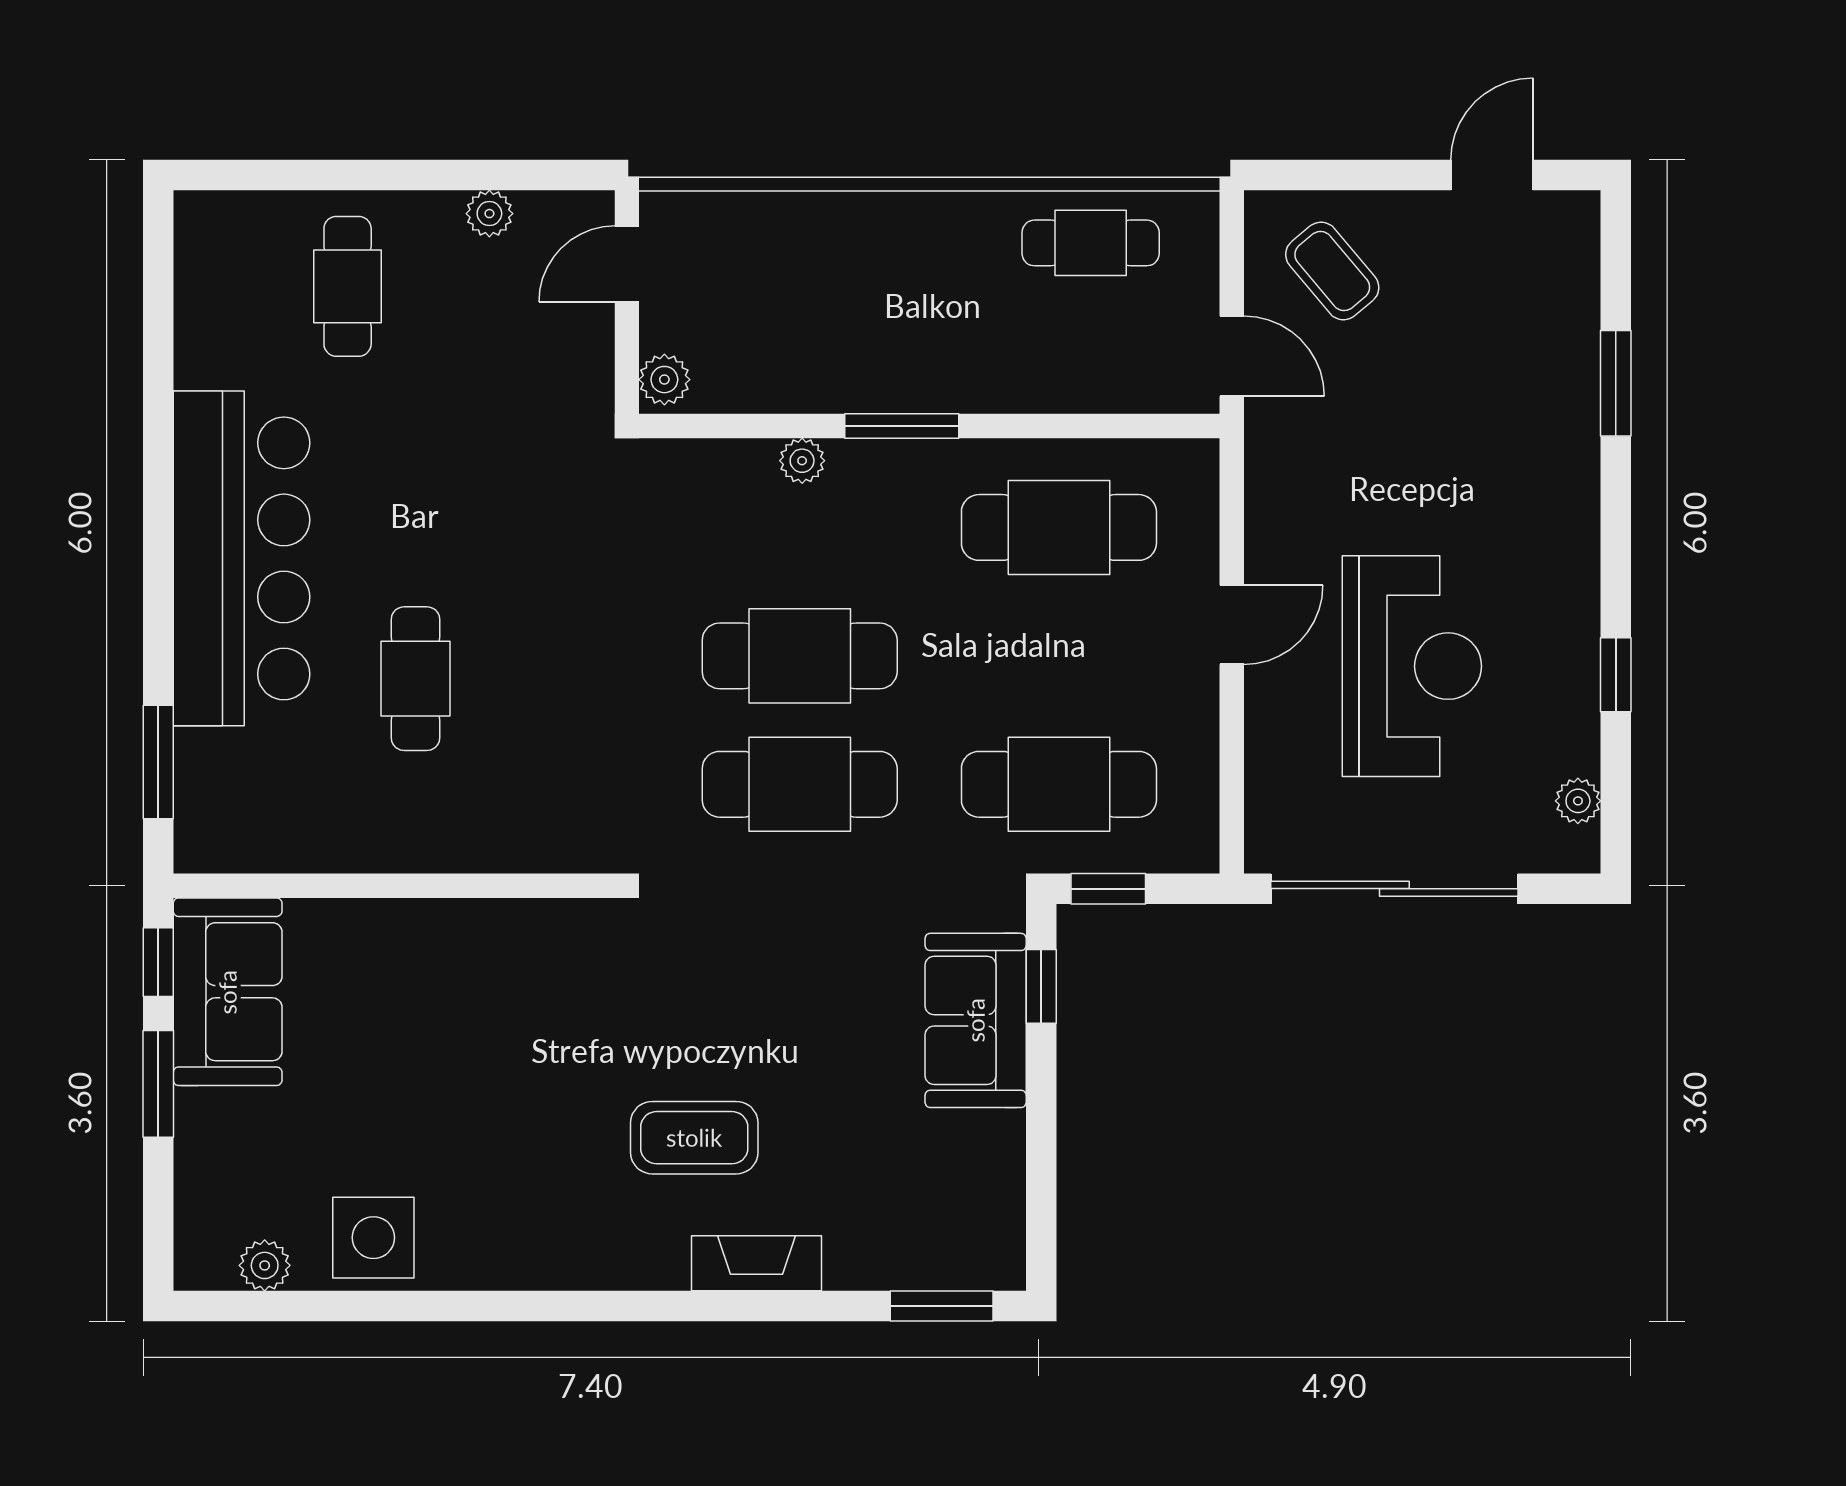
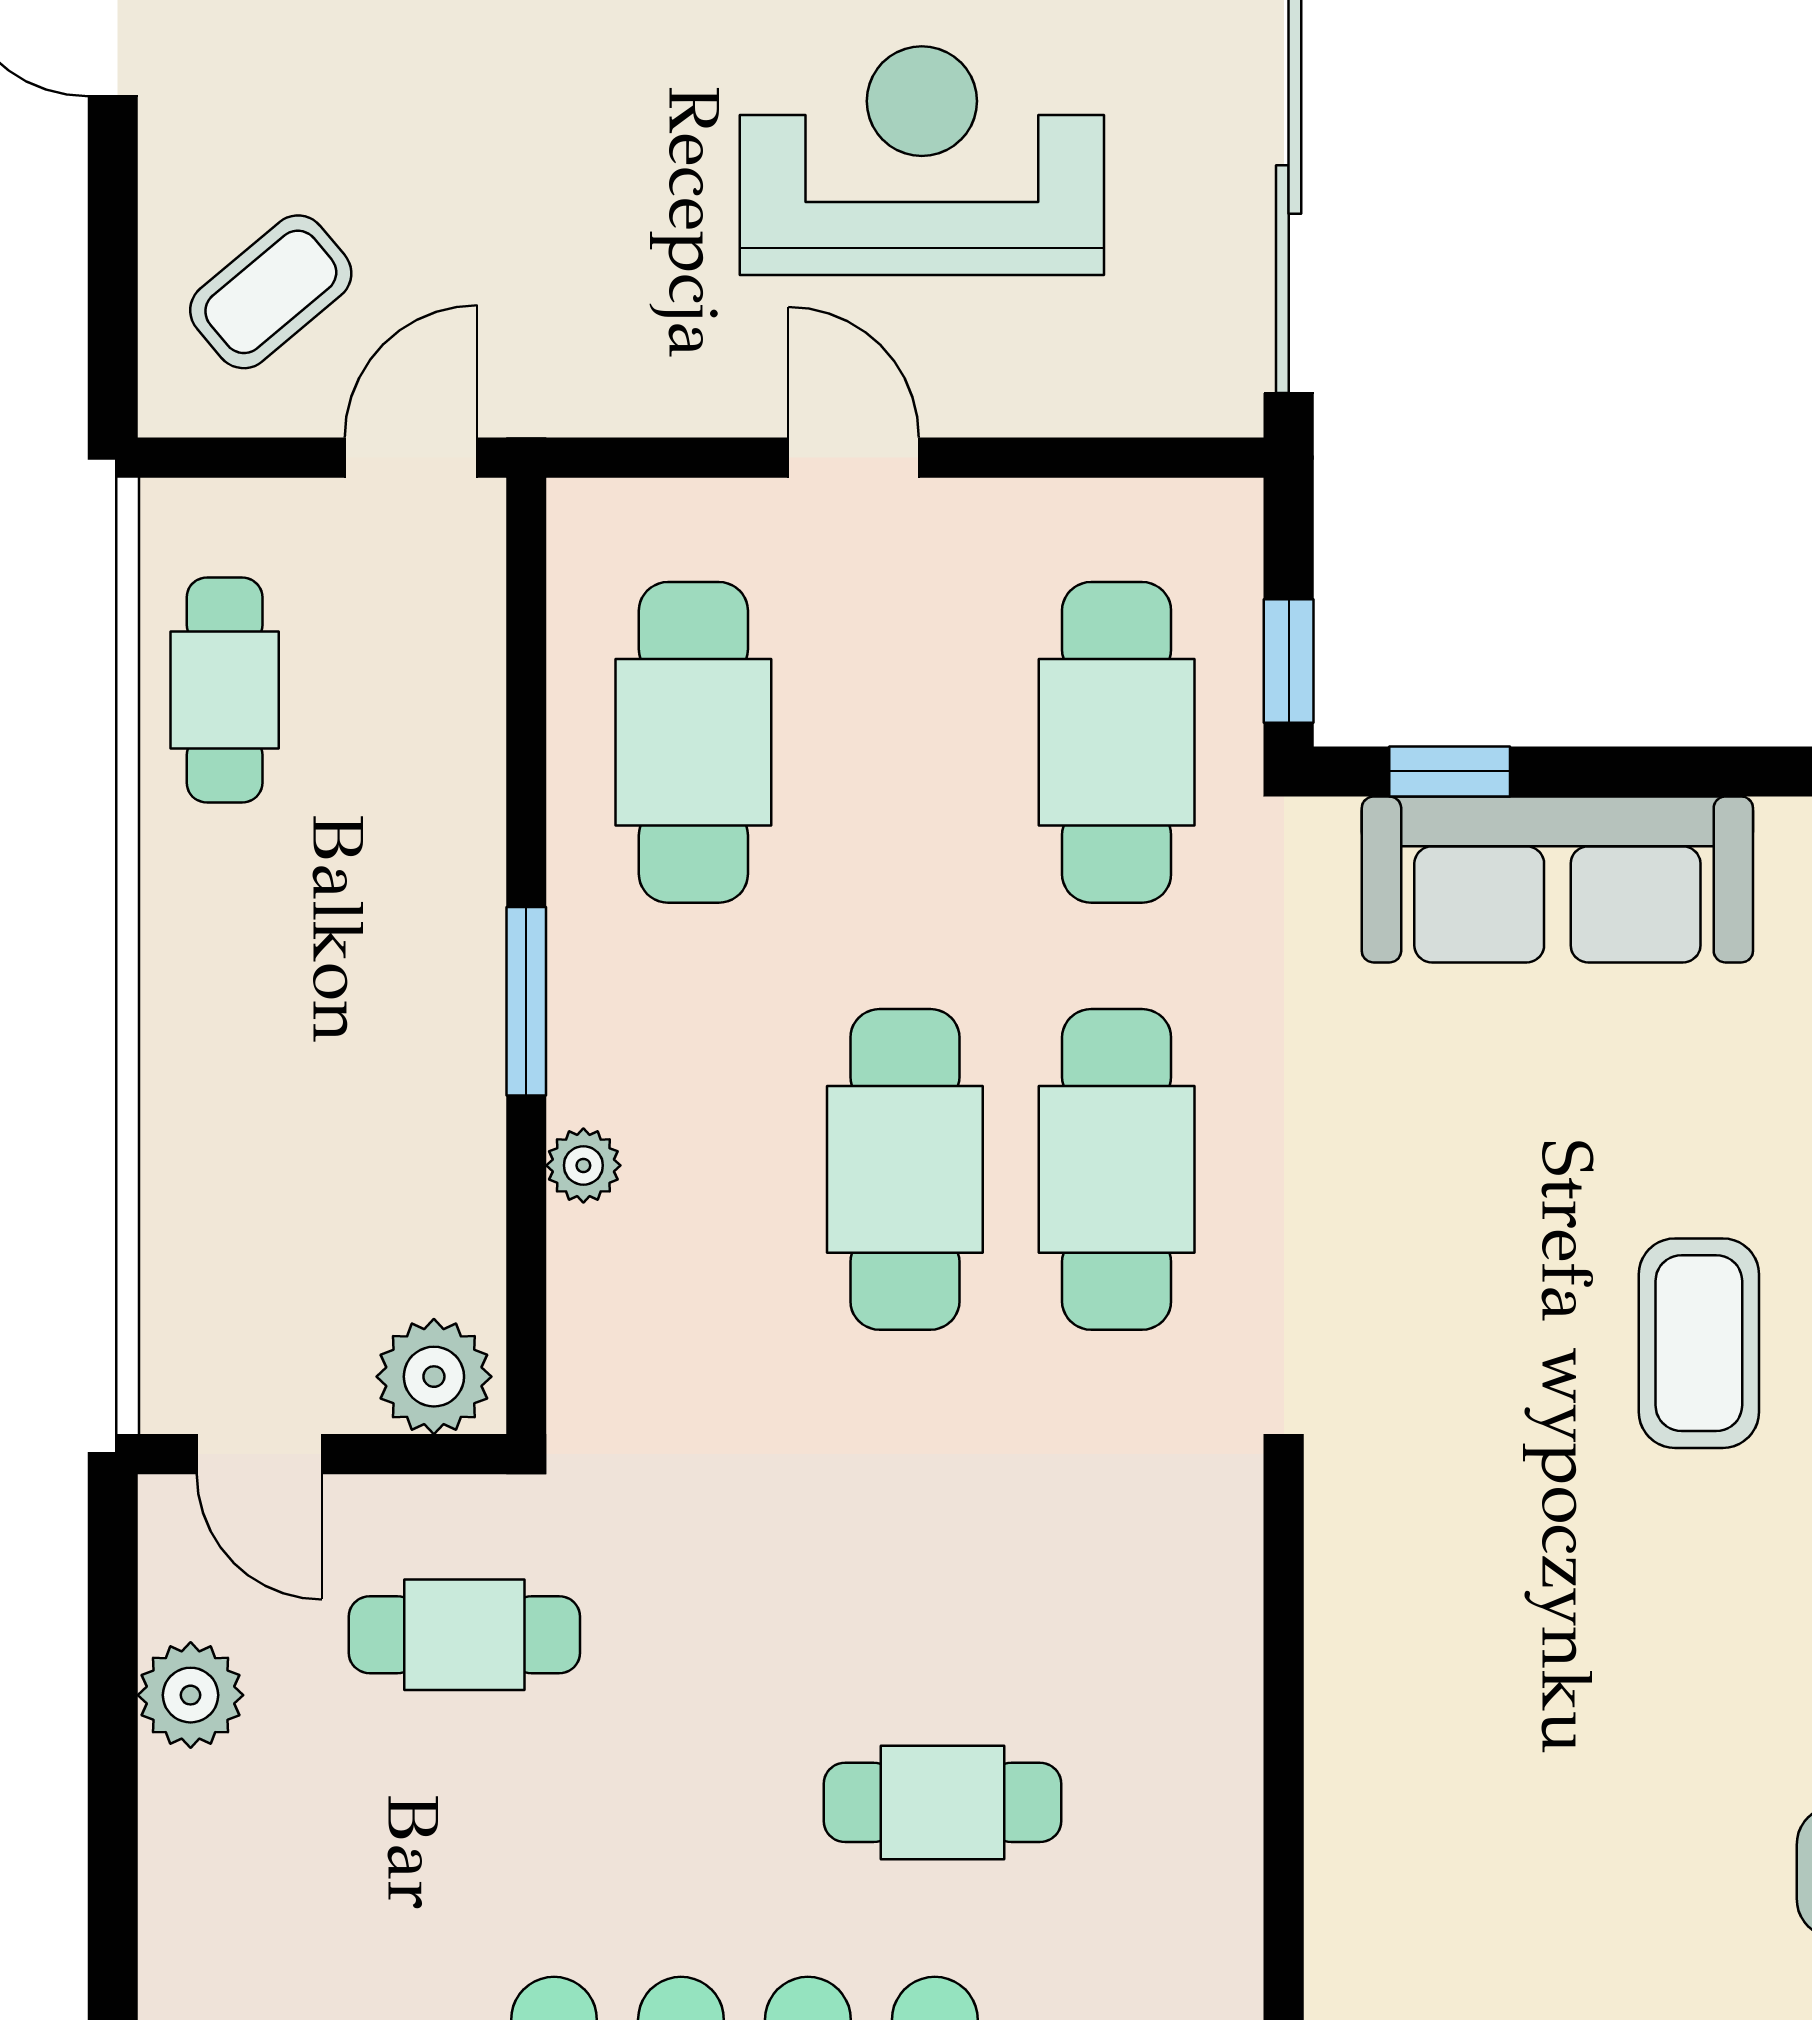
plant: (489, 214) -> (191, 1695), width x1.38, depth x1.38
cafe table: (348, 286) -> (464, 1635), moved
plant: (664, 380) -> (434, 1377), width x1.38, depth x1.38
sofa: (976, 1020) -> (1557, 879), width x1.36

